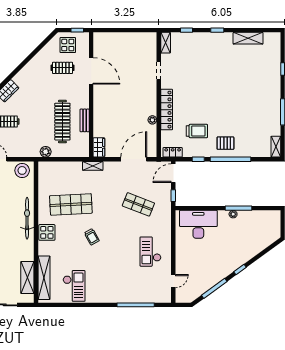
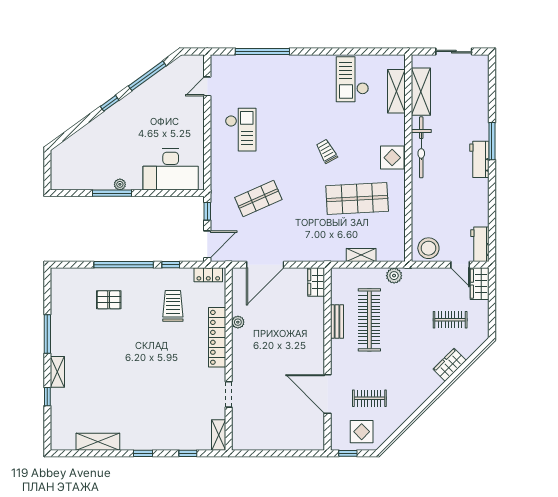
trolley: (197, 131) -> (173, 306), turned 90
pallet: (225, 143) -> (109, 300), moved
shelving: (276, 147) -> (57, 372), moved
shelving: (93, 166) -> (361, 255), moved
shop shelf: (138, 204) -> (258, 199), turned -45
bicycle: (27, 218) -> (421, 147), moved
shelving: (44, 278) -> (396, 91), width x0.68

